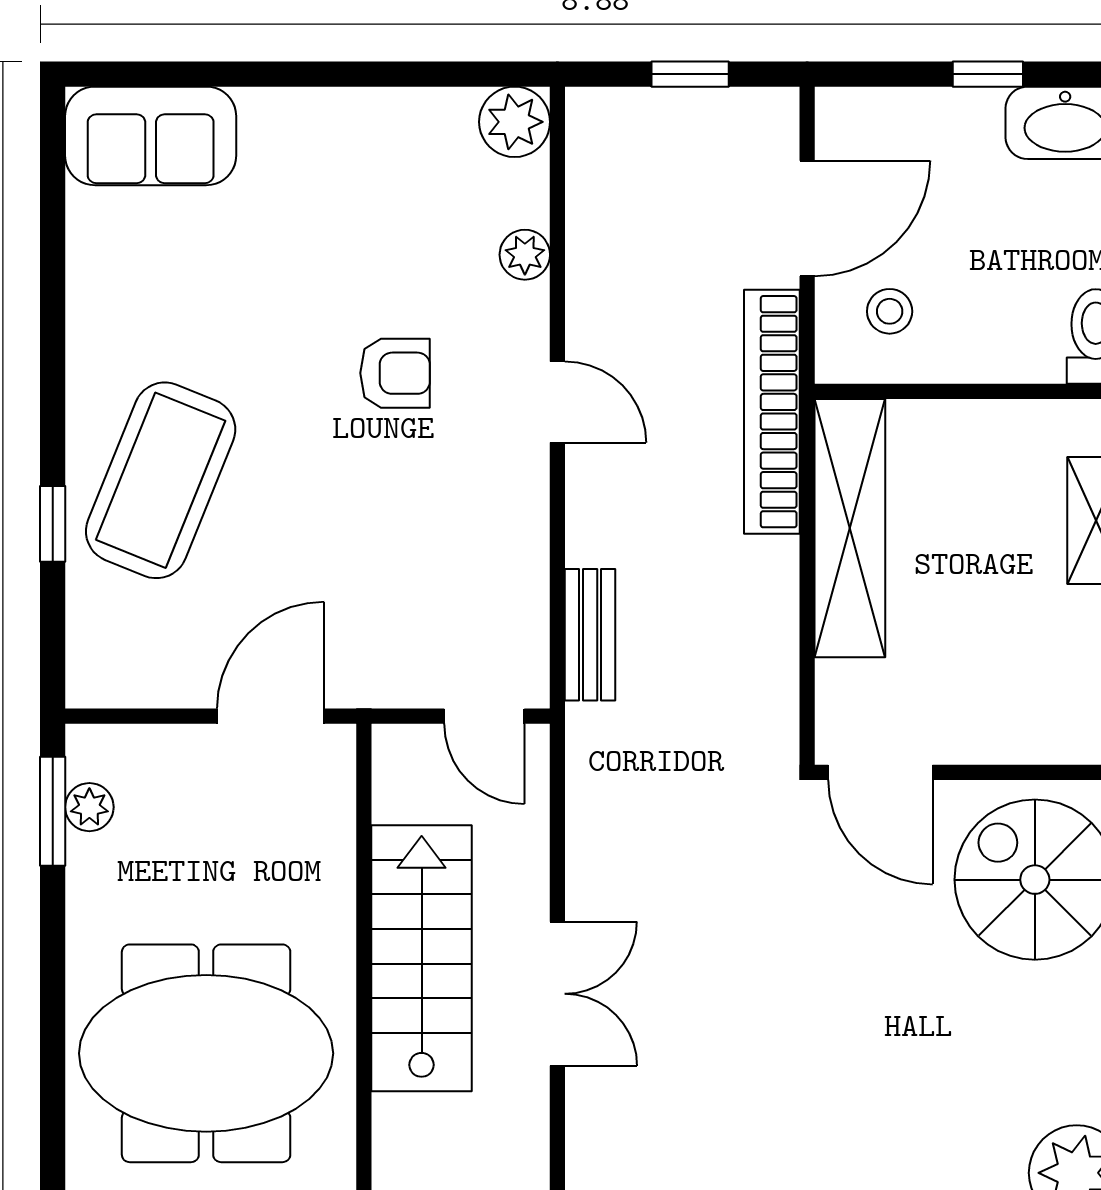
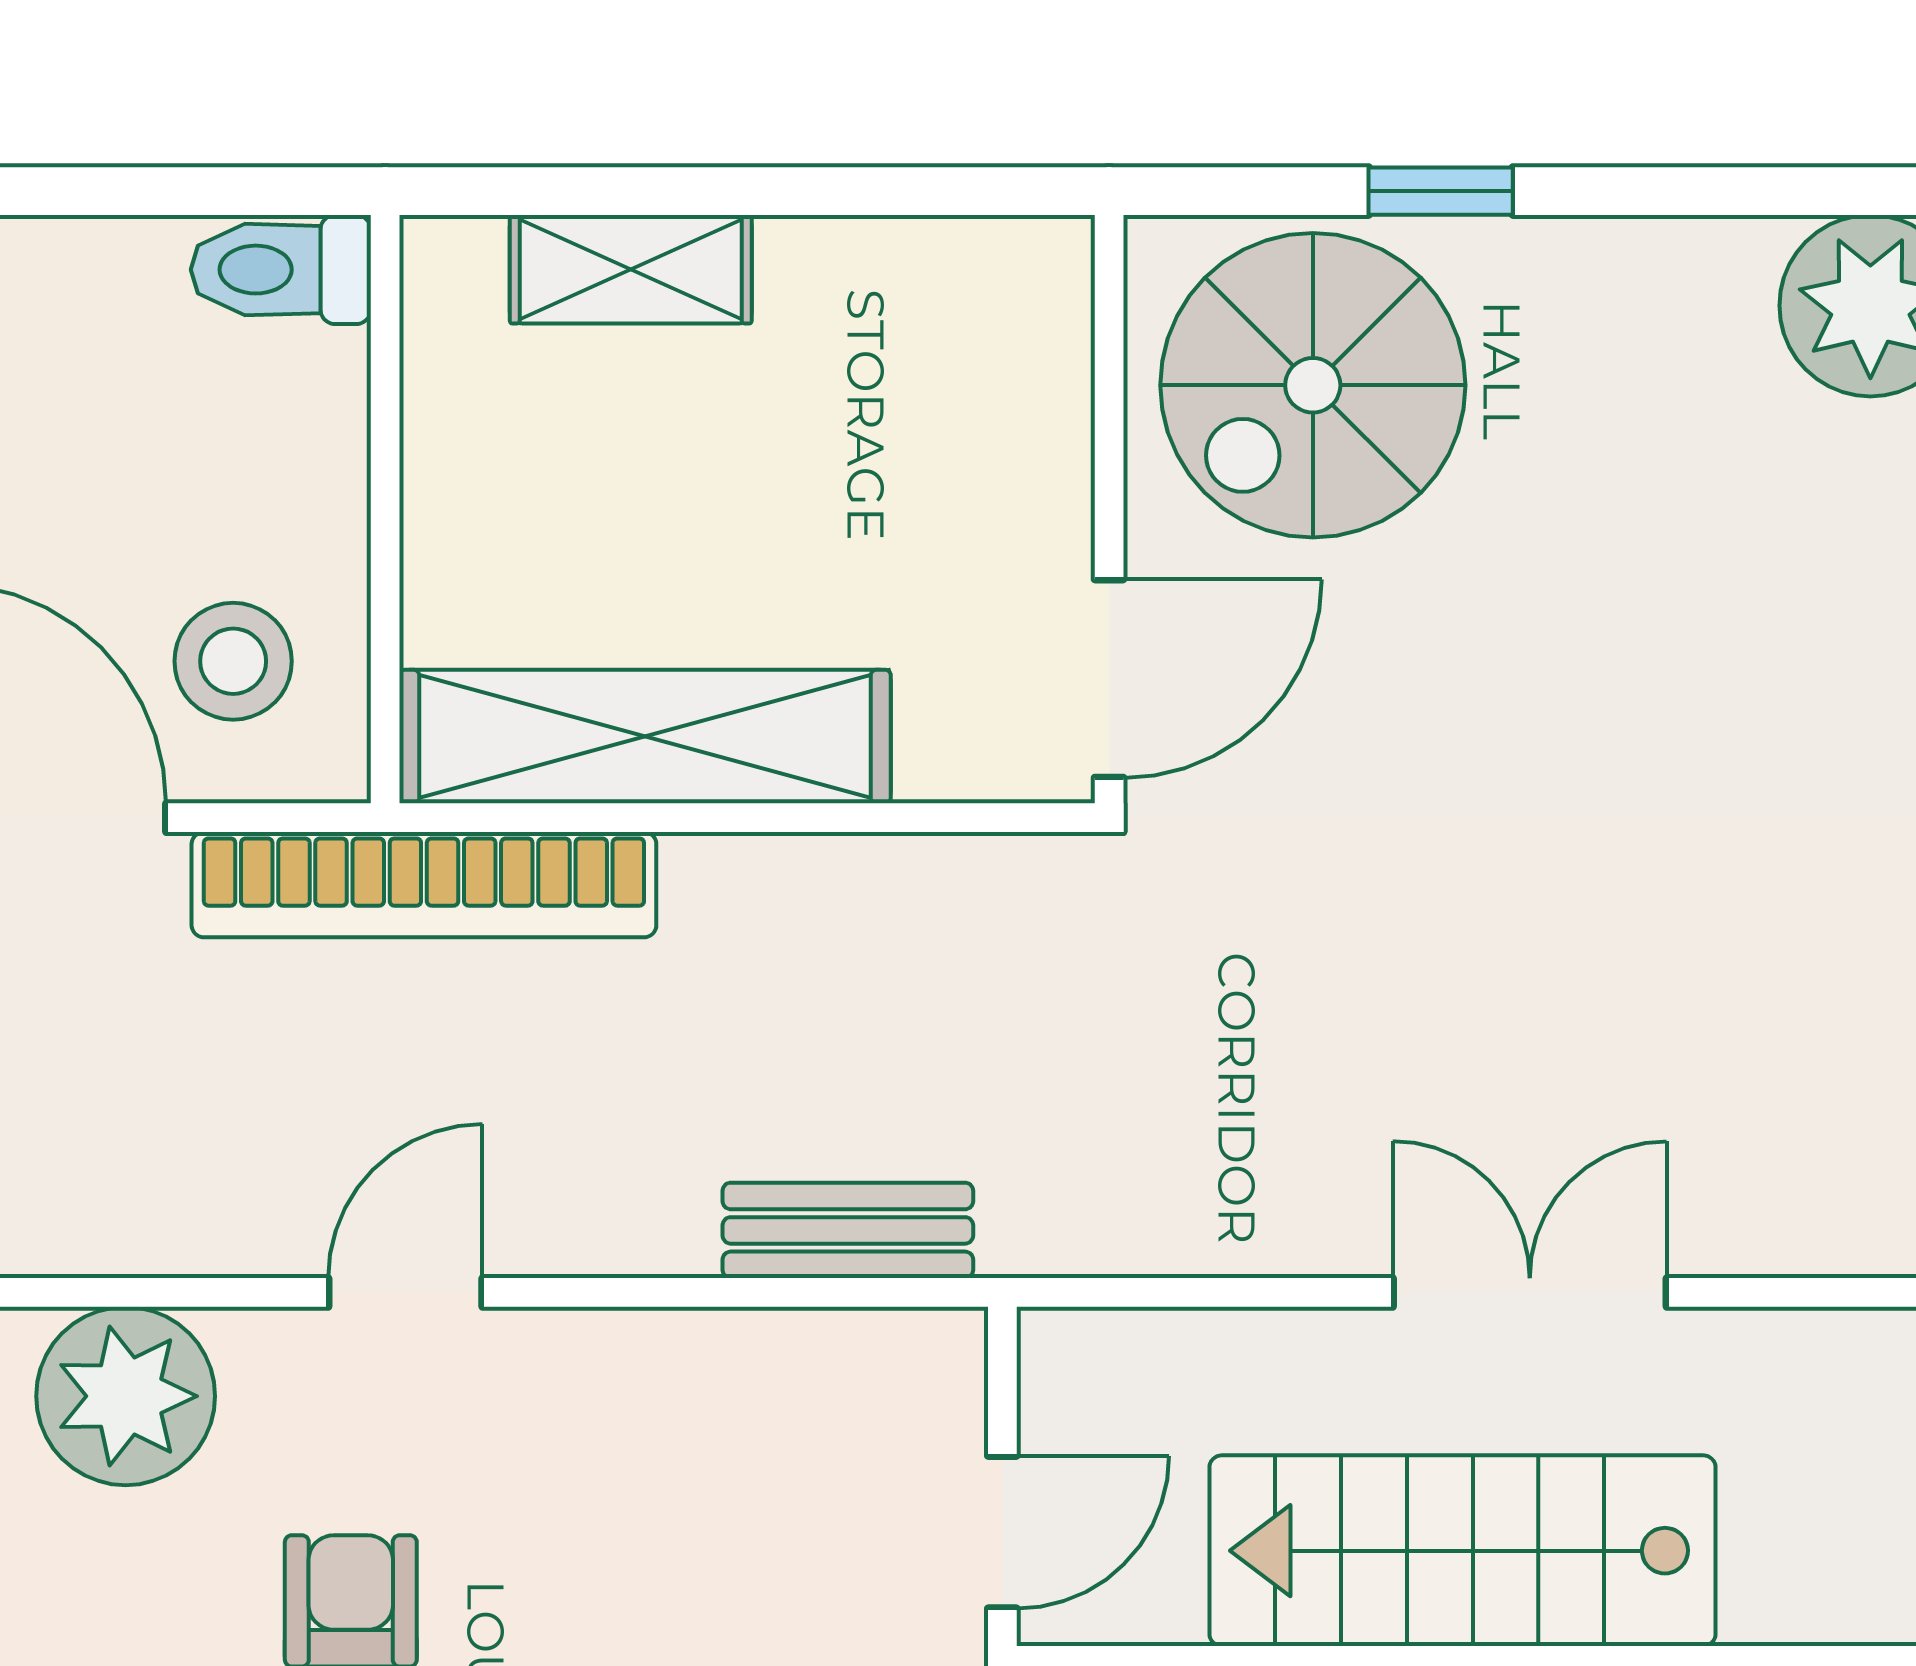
plant: (525, 255) -> (126, 1396), width x1.87, depth x1.87
stool: (890, 311) -> (233, 661), width x1.37, depth x1.37
door: (484, 716) -> (1002, 1532), moved

